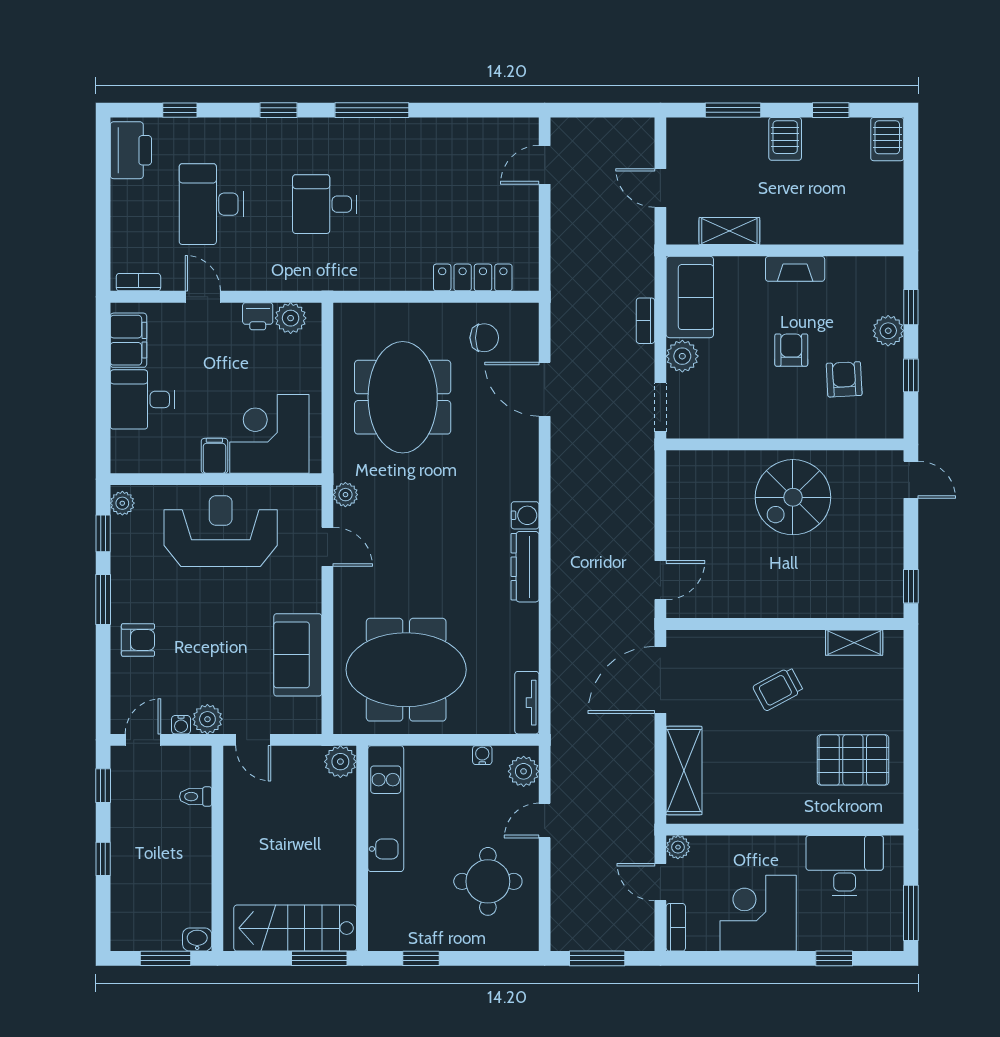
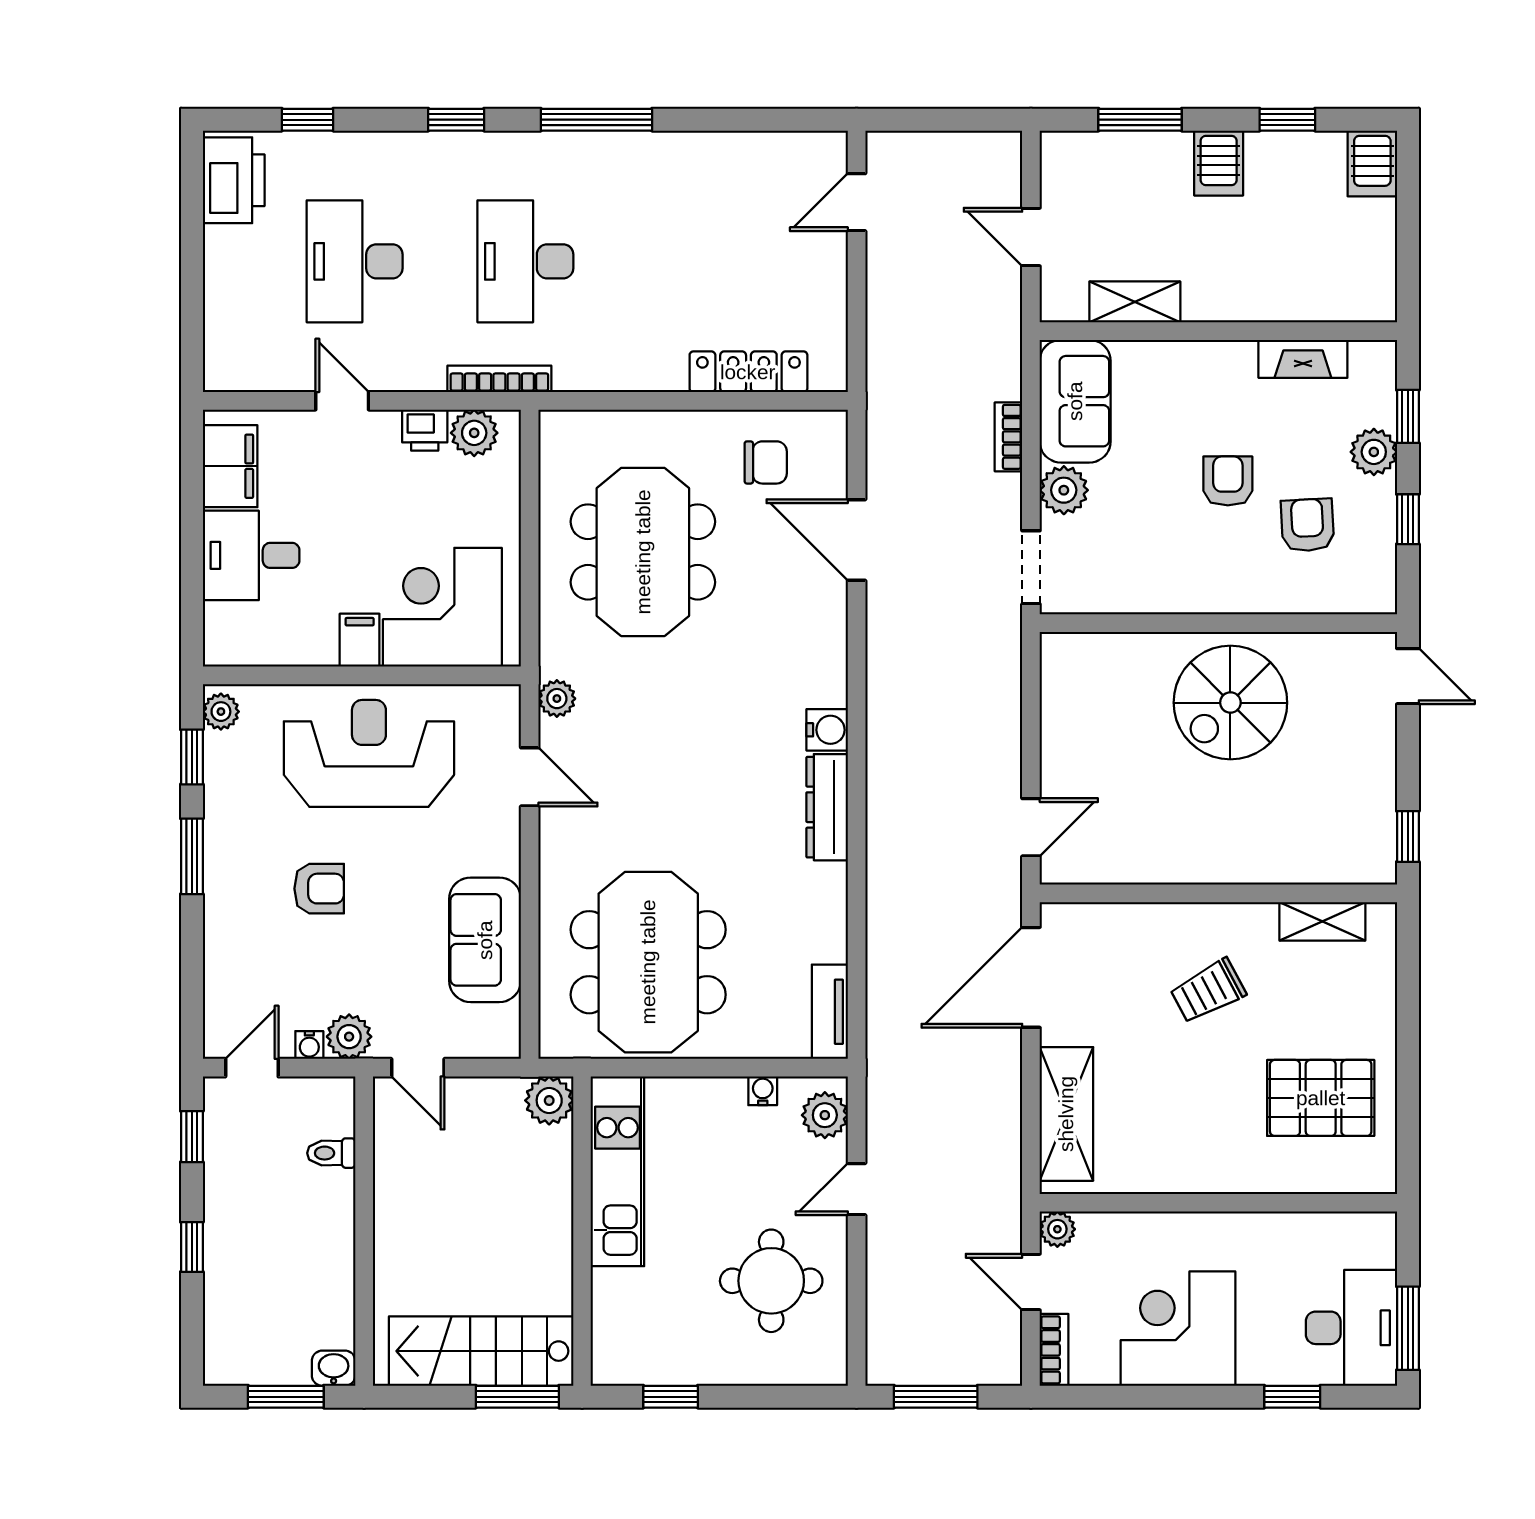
desk: (325, 204) -> (525, 261), width x1.37
fireplace: (795, 269) -> (1303, 359), moved
bookcase: (138, 282) -> (499, 379), moved, width x1.56
armchair: (138, 640) -> (319, 889), moved
meeting table: (406, 670) -> (648, 962), turned 90
desk: (845, 866) -> (1351, 1328), moved, turned 90

